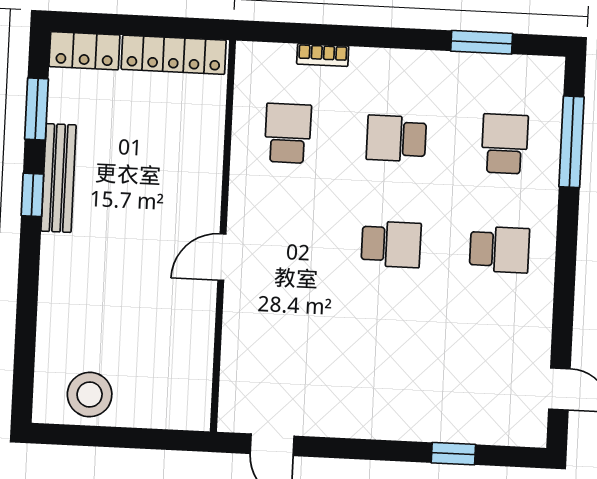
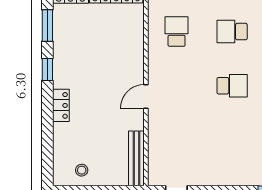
bench: (59, 178) -> (136, 158), moved
locker: (55, 266) -> (61, 105), added
stool: (90, 395) -> (82, 170), width x0.53, depth x0.53

